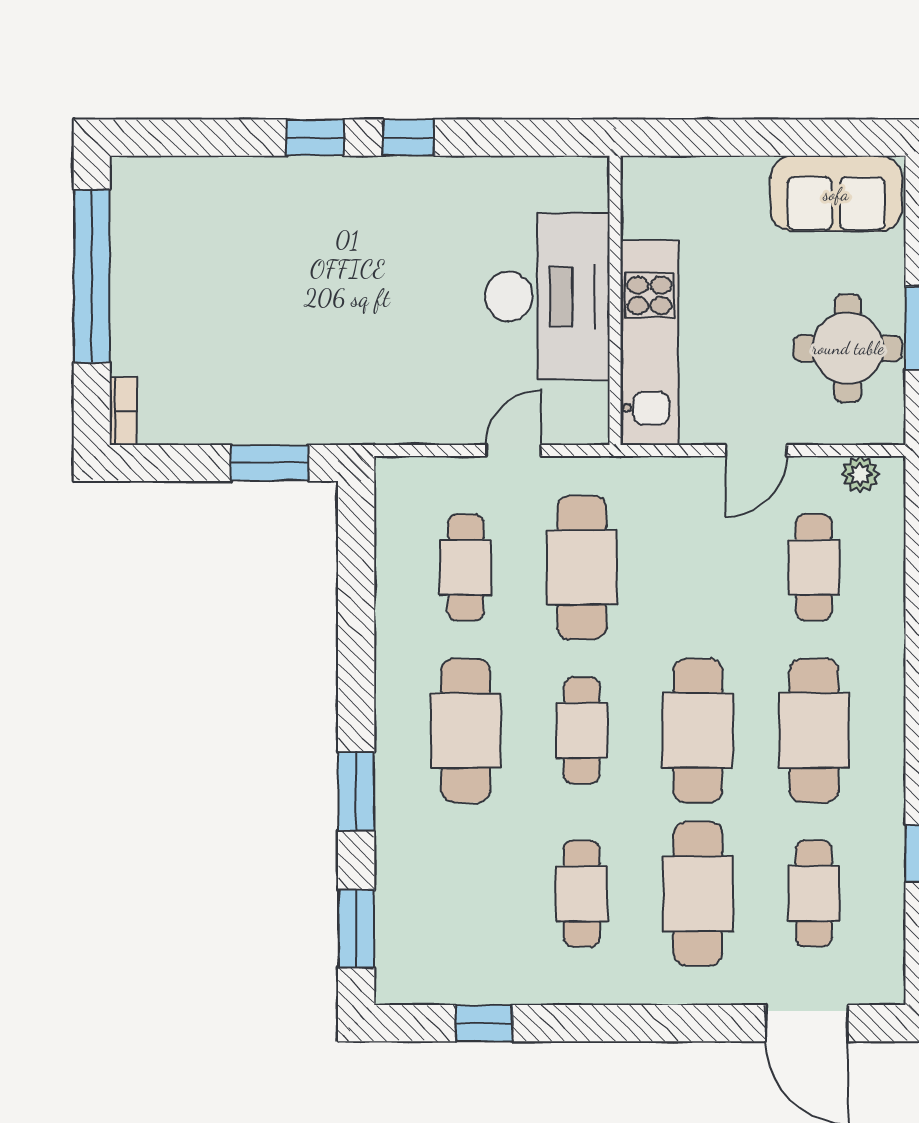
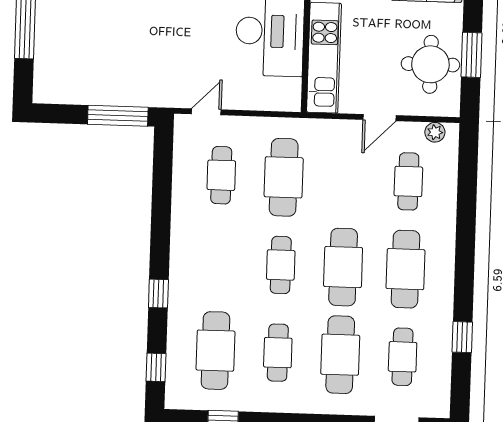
bookcase: (123, 411) -> (40, 85), removed
door: (513, 450) -> (206, 112), moved
window: (270, 463) -> (118, 116), width x1.44
cafe table: (466, 730) -> (215, 351), moved
window: (356, 791) -> (158, 294), width x0.67
window: (356, 928) -> (156, 367), width x0.67

